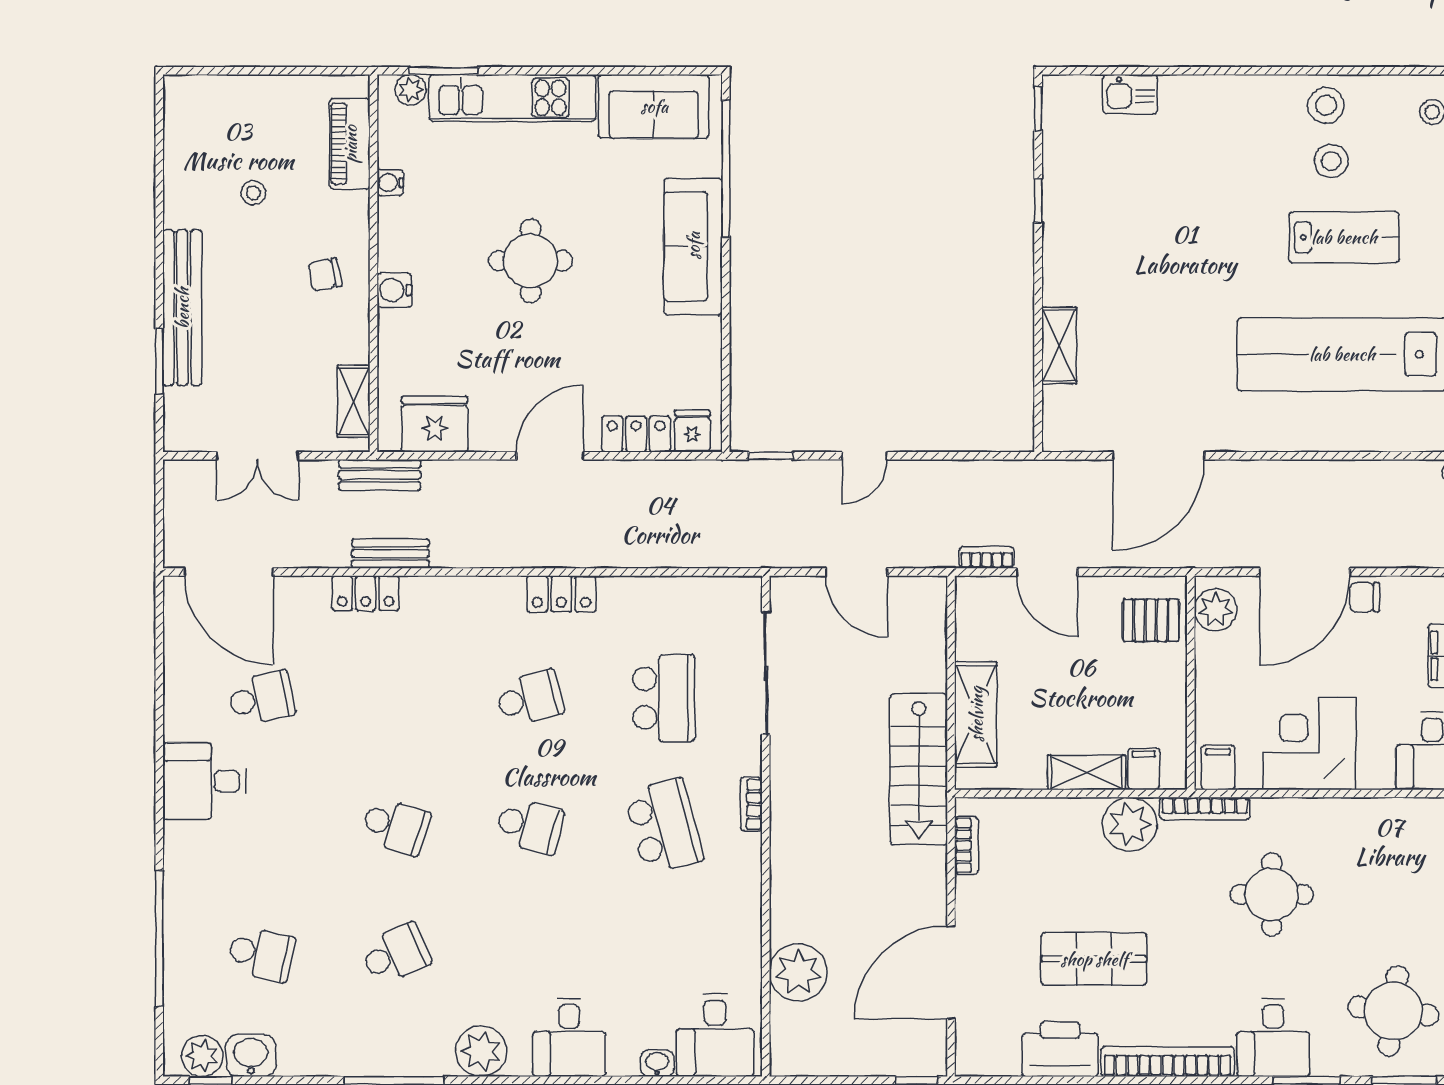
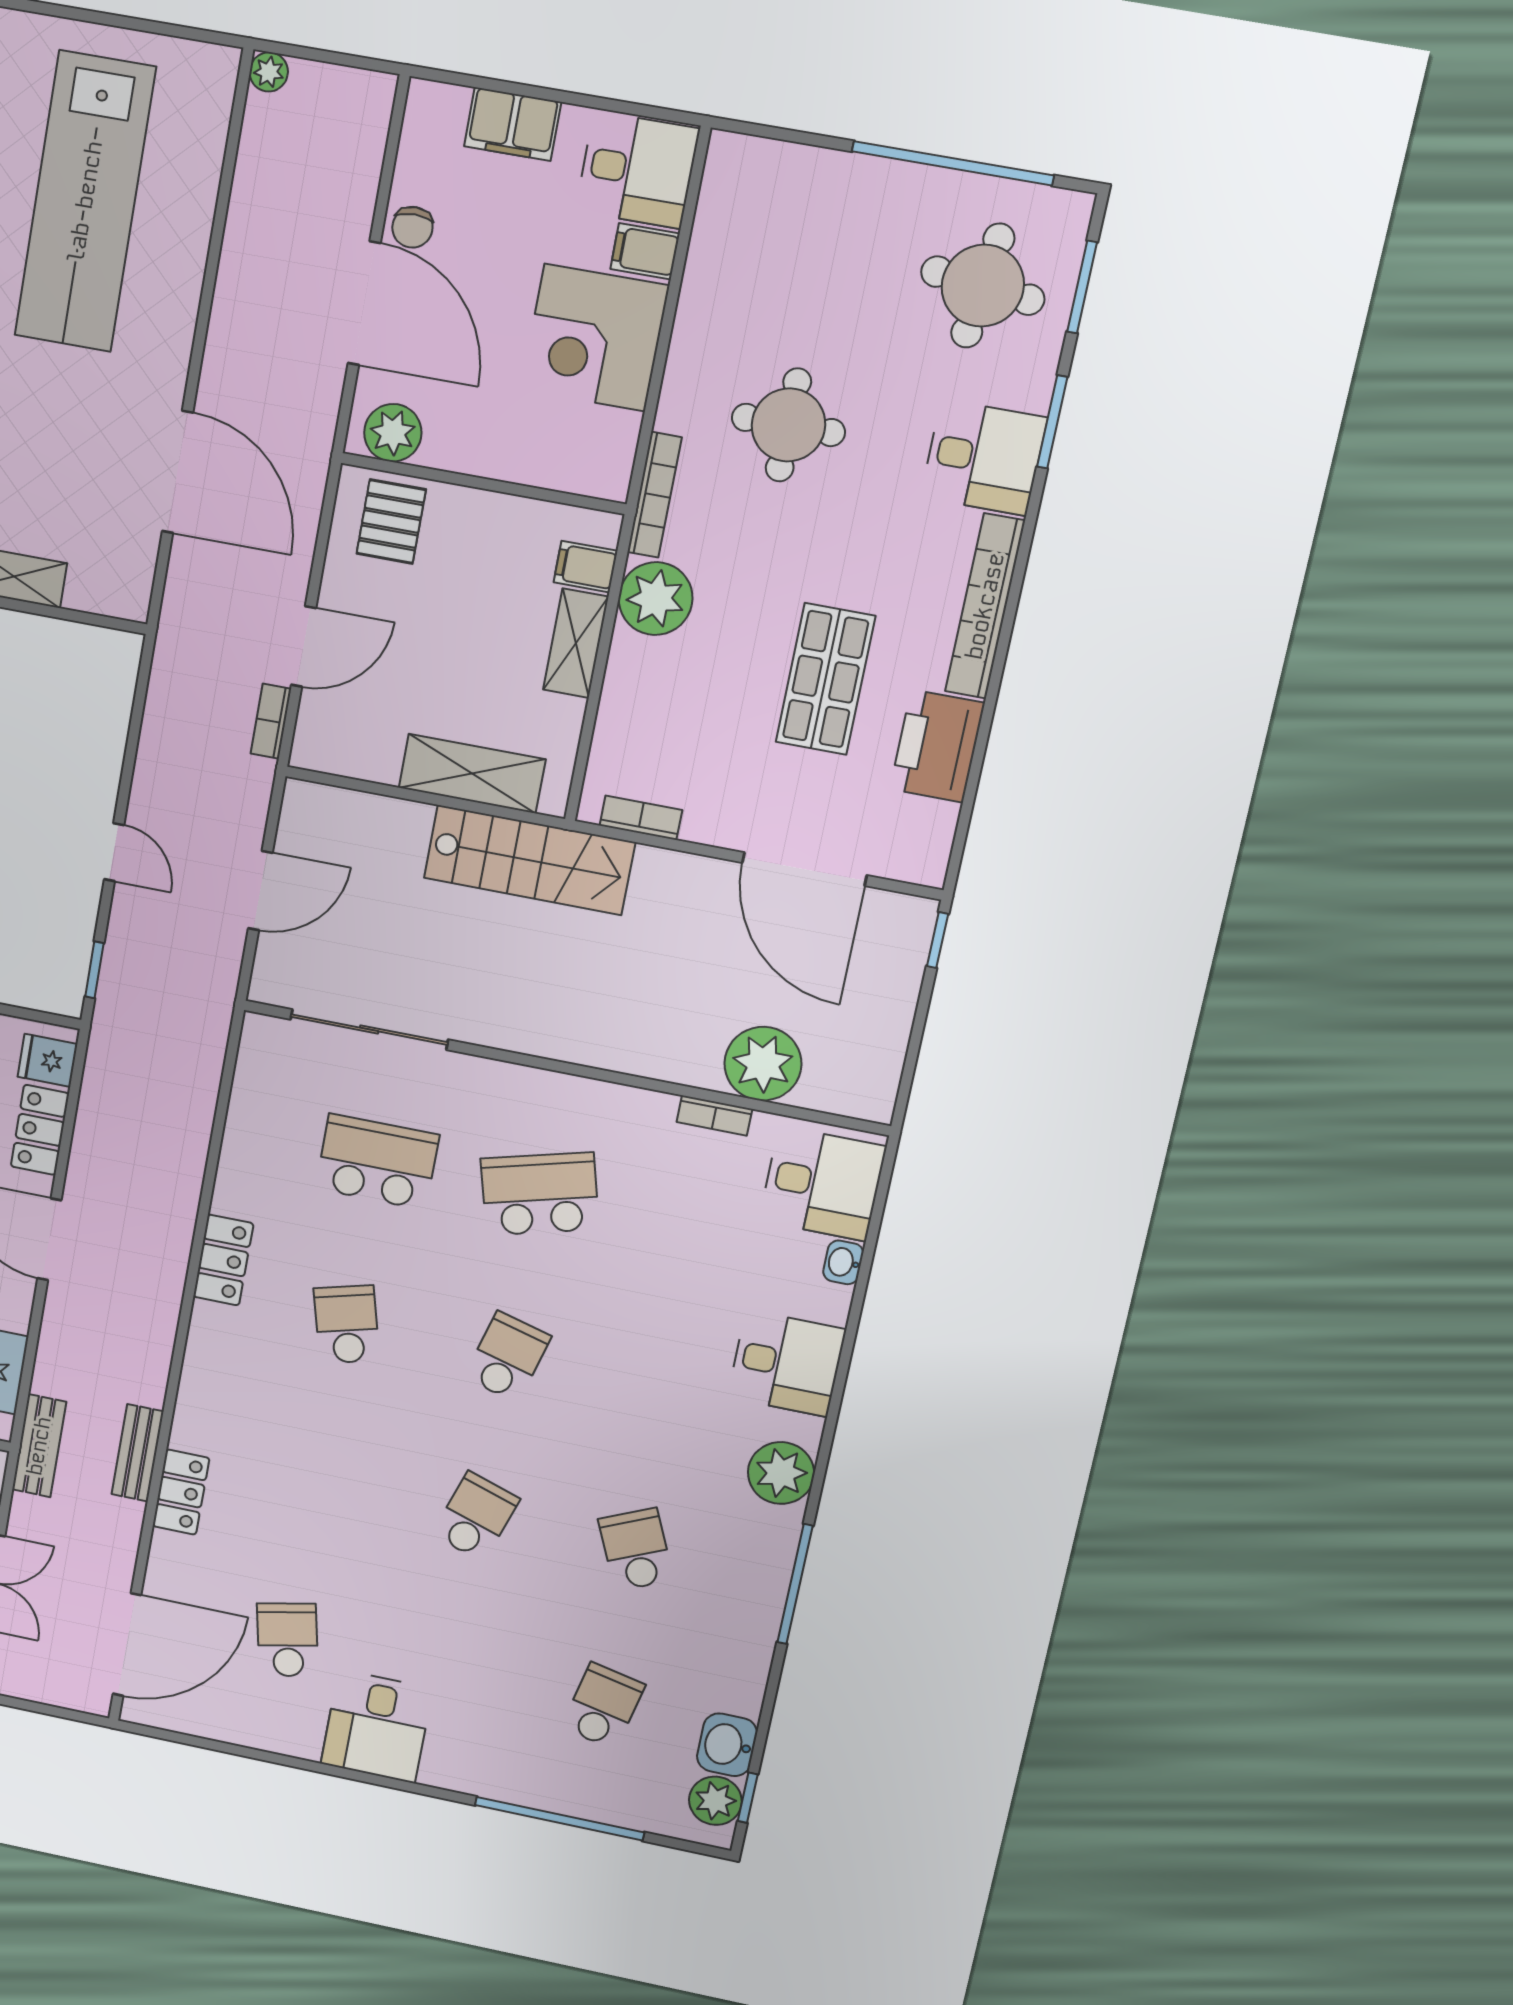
filing cabinet: (1218, 767) -> (645, 251), moved
bookcase: (751, 804) -> (714, 1115), moved

